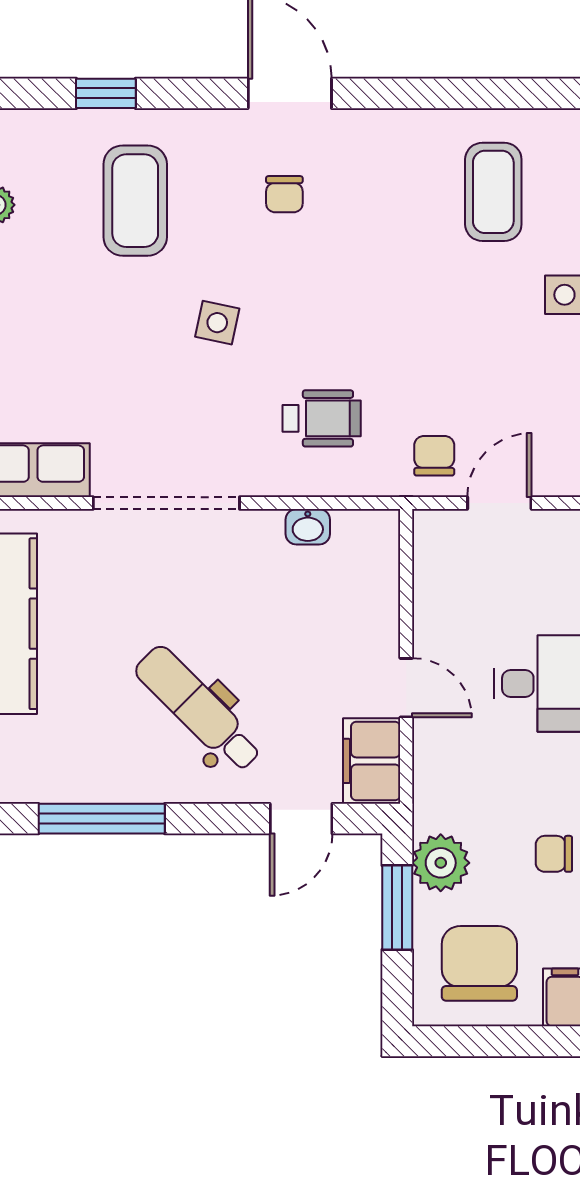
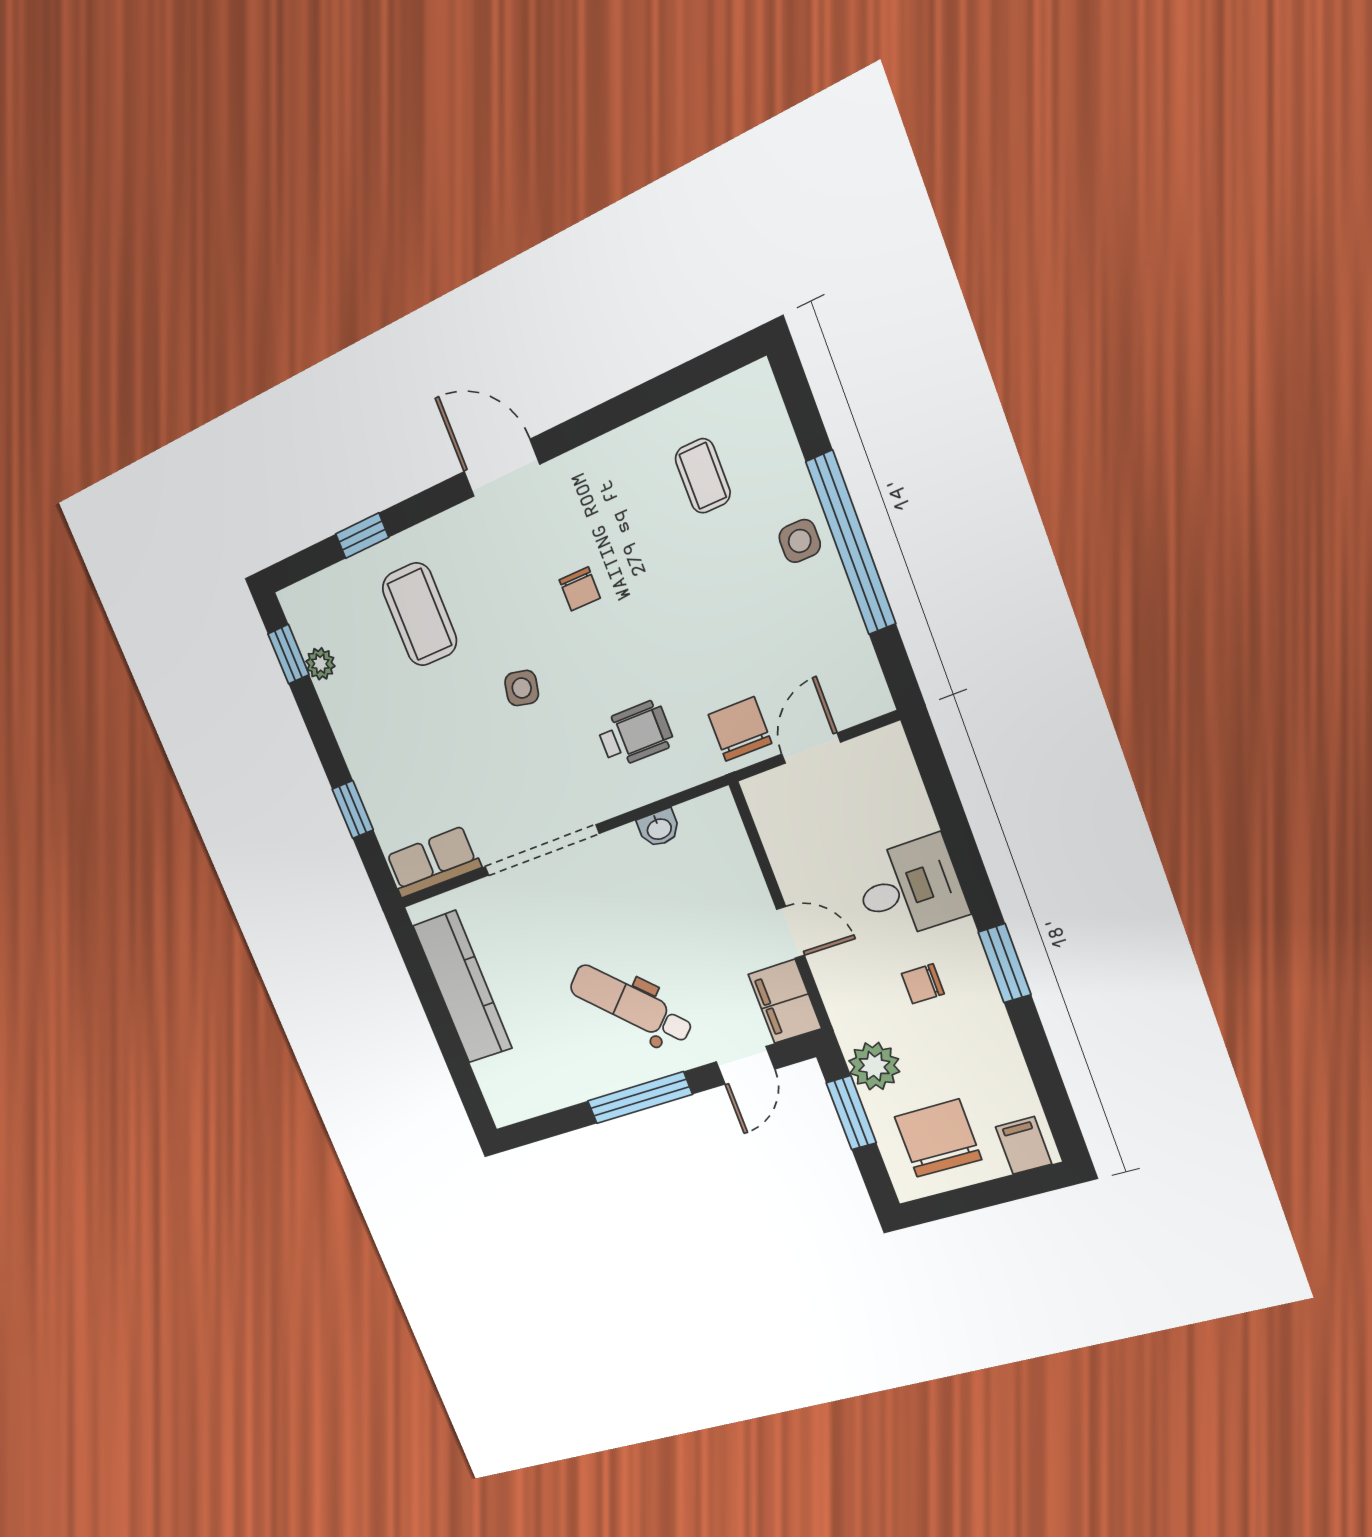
coffee table: (493, 192) -> (703, 476), width x0.73, depth x0.77
chair: (284, 194) -> (580, 589), moved
chair: (434, 456) -> (740, 729), width x1.37, depth x1.37
window: (102, 819) -> (640, 1098), moved
chair: (554, 854) -> (923, 984), moved

